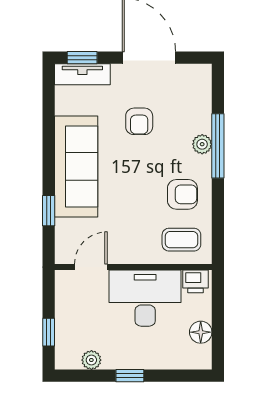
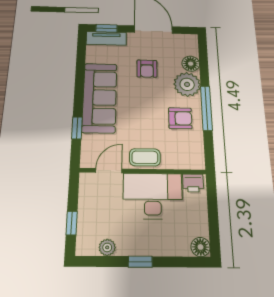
floor lamp: (200, 112) -> (191, 64), added
plant: (202, 144) -> (187, 84), width x1.88, depth x1.88
window: (218, 146) -> (206, 108), moved
coffee table: (181, 240) -> (145, 157), moved
floor lamp: (201, 332) -> (200, 247), moved

